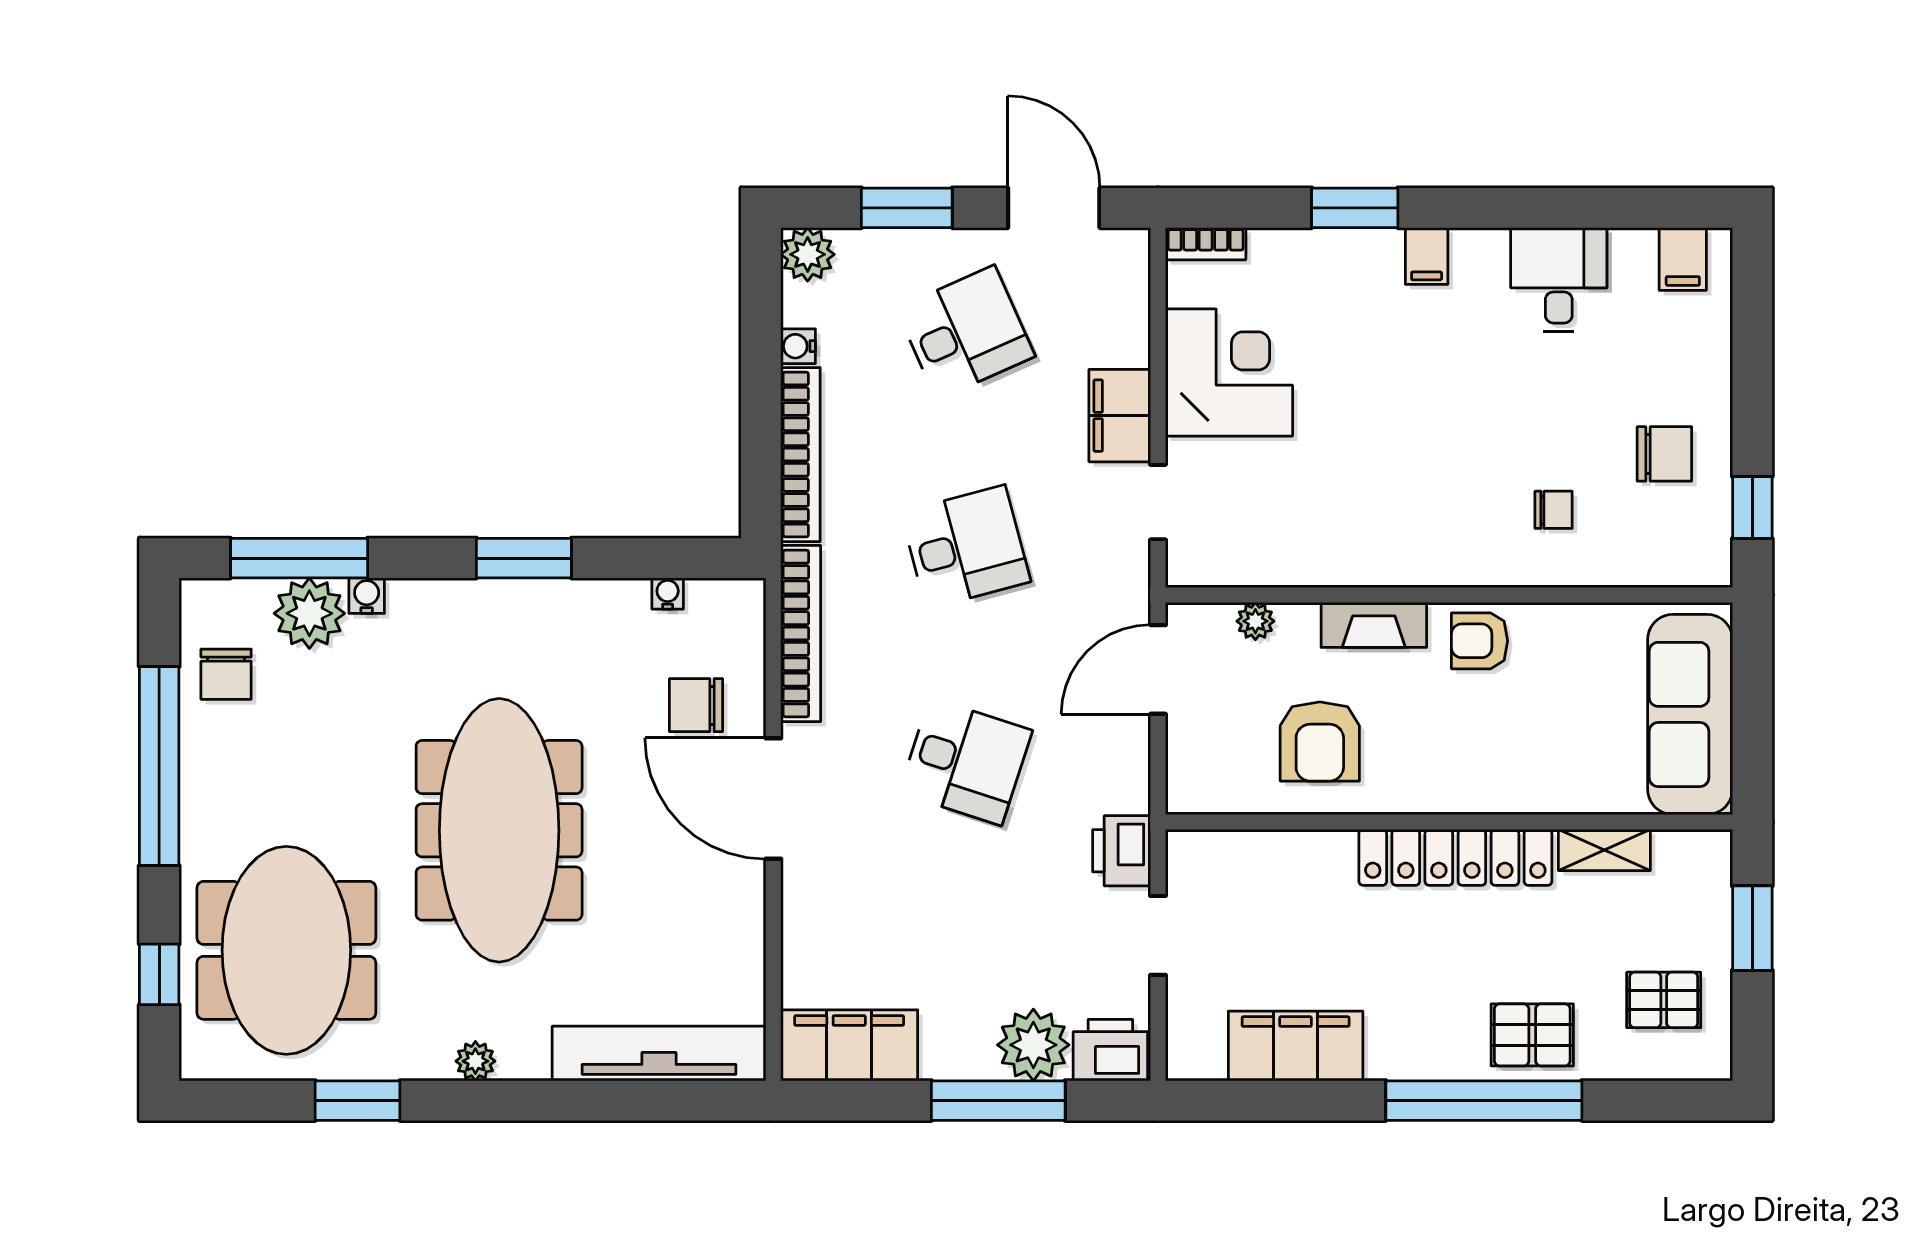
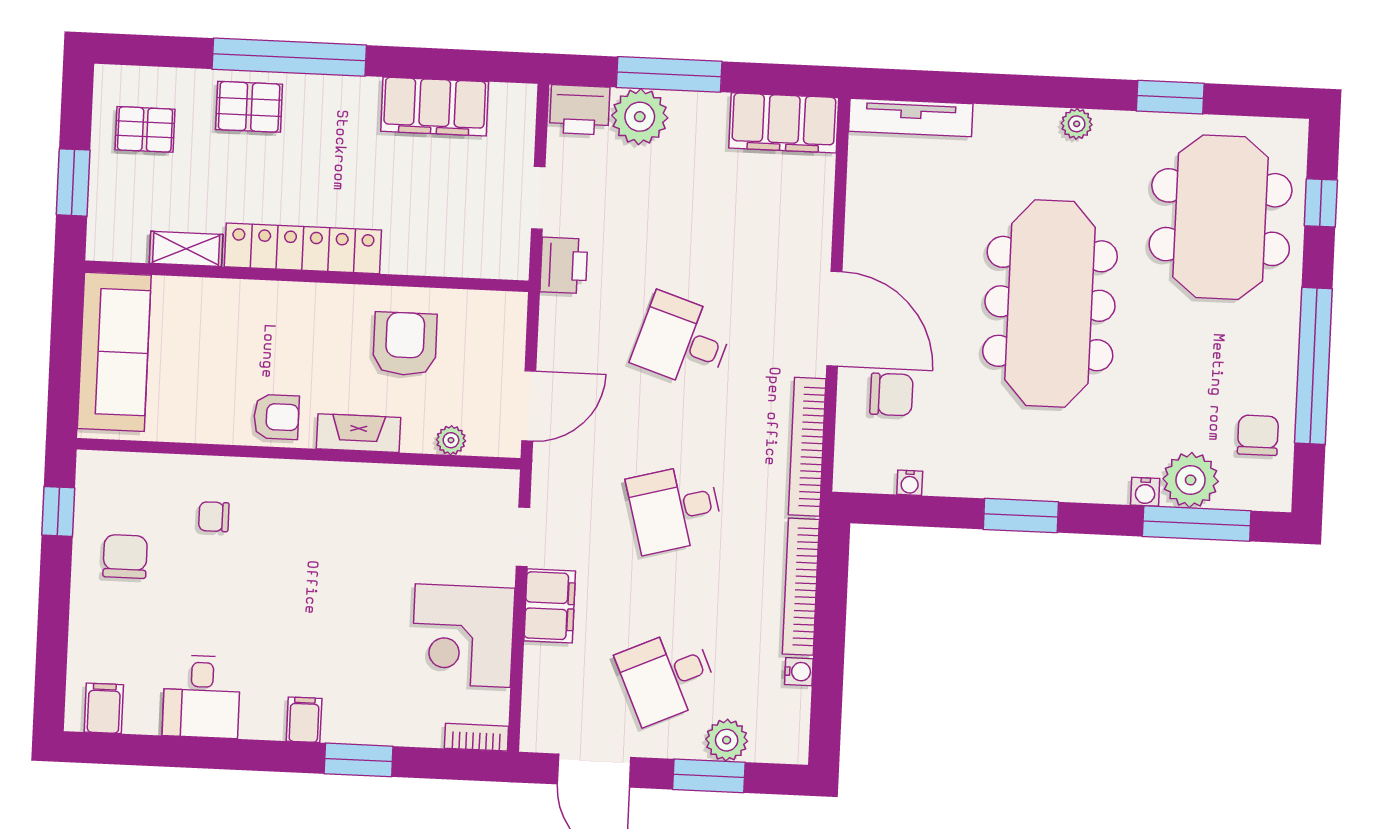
plant: (808, 254) -> (727, 740), moved
chair: (1664, 454) -> (125, 556), turned 90
tv unit: (659, 1054) -> (911, 117), width x0.73, depth x0.78

